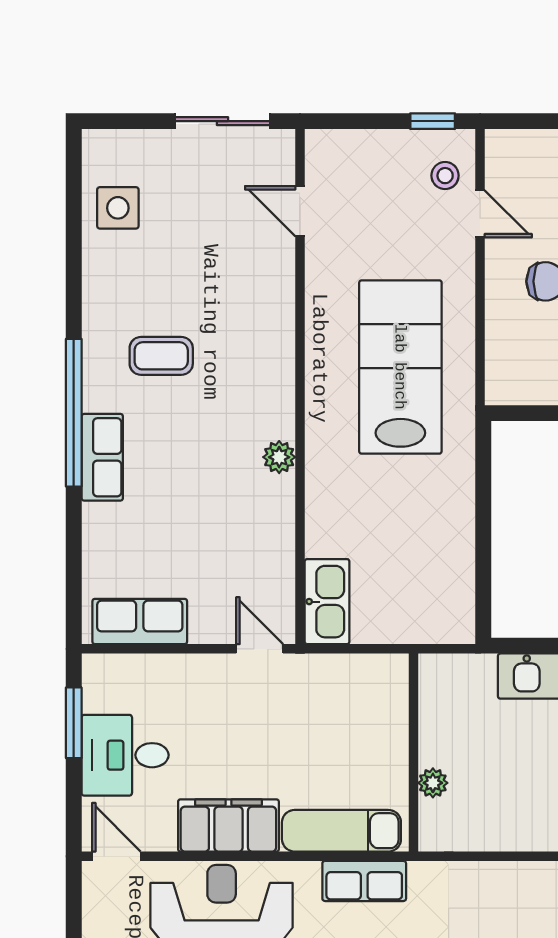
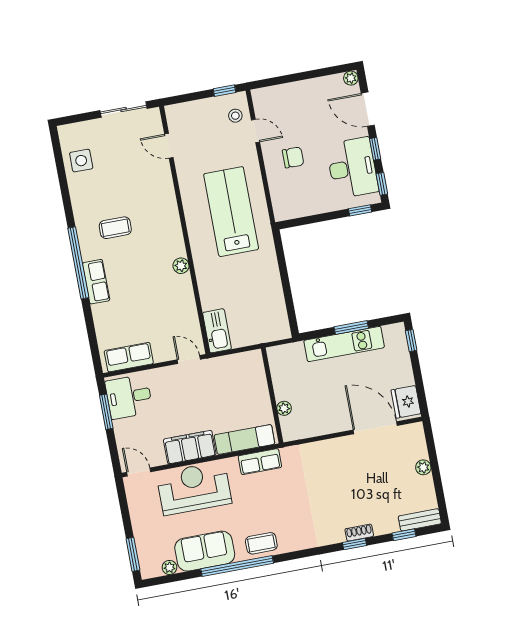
desk: (125, 755) -> (129, 397), moved

